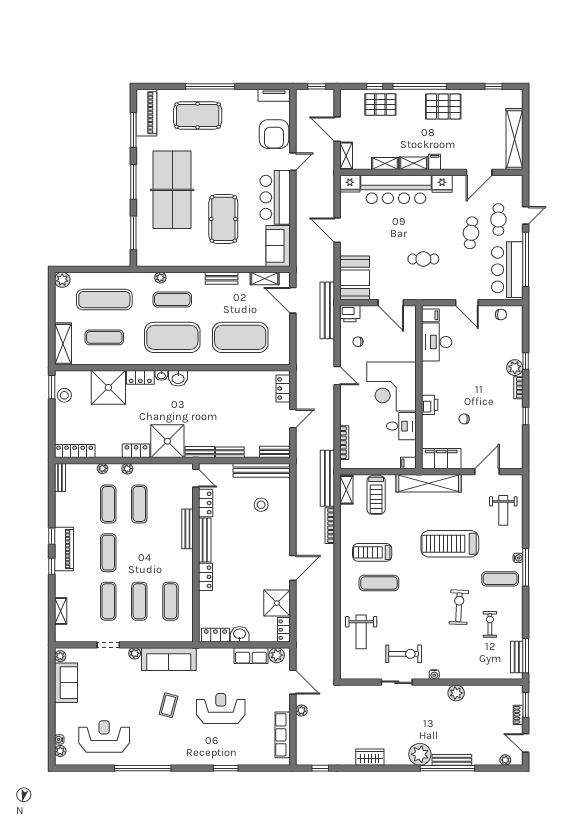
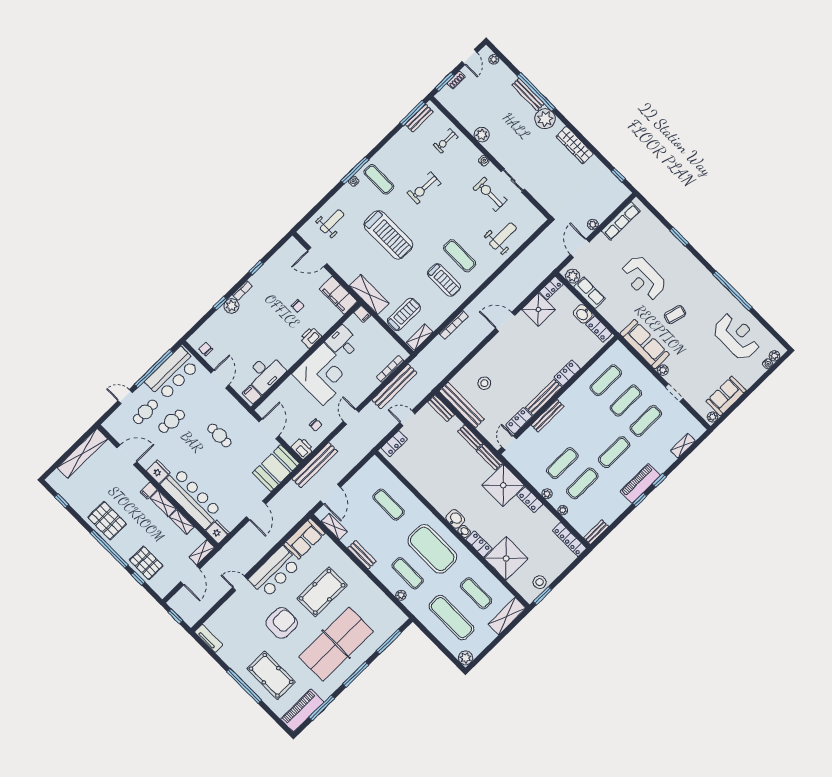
armchair: (274, 134) -> (282, 623), moved
exercise mat: (240, 337) -> (389, 505), width x0.50, depth x0.69
bench: (327, 478) -> (394, 387), moved
shelving: (429, 483) -> (369, 294), width x0.68
exercise bike: (490, 624) -> (446, 141), moved
reception desk: (104, 737) -> (737, 336), turned 180
wardrobe: (370, 757) -> (575, 145), width x1.50

